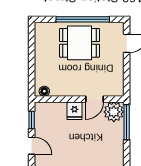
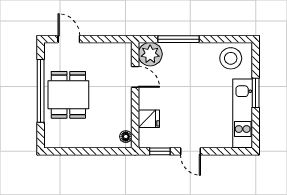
fridge: (75, 111) -> (149, 119), moved
window: (127, 122) -> (179, 39), moved
door: (32, 146) -> (190, 151), swing flipped

